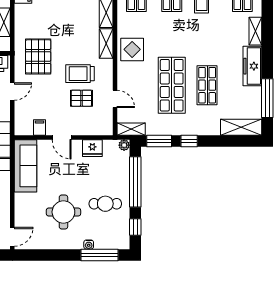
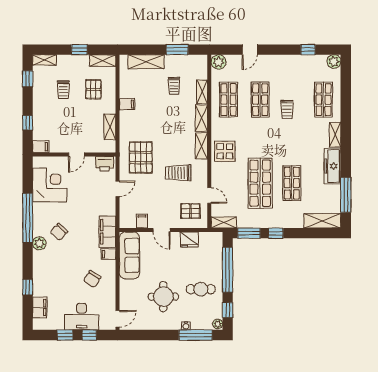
pallet: (81, 98) -> (190, 211), moved
plant: (124, 145) -> (218, 324), moved

